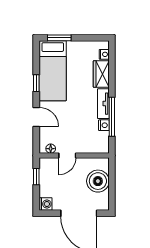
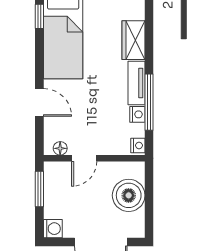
nightstand: (104, 54) -> (138, 145), moved
window: (36, 83) -> (39, 16), moved
window: (36, 177) -> (39, 189), width x1.50

